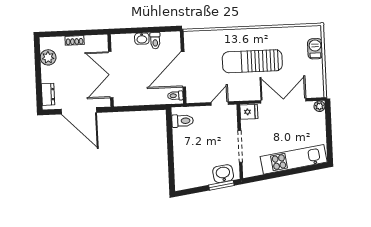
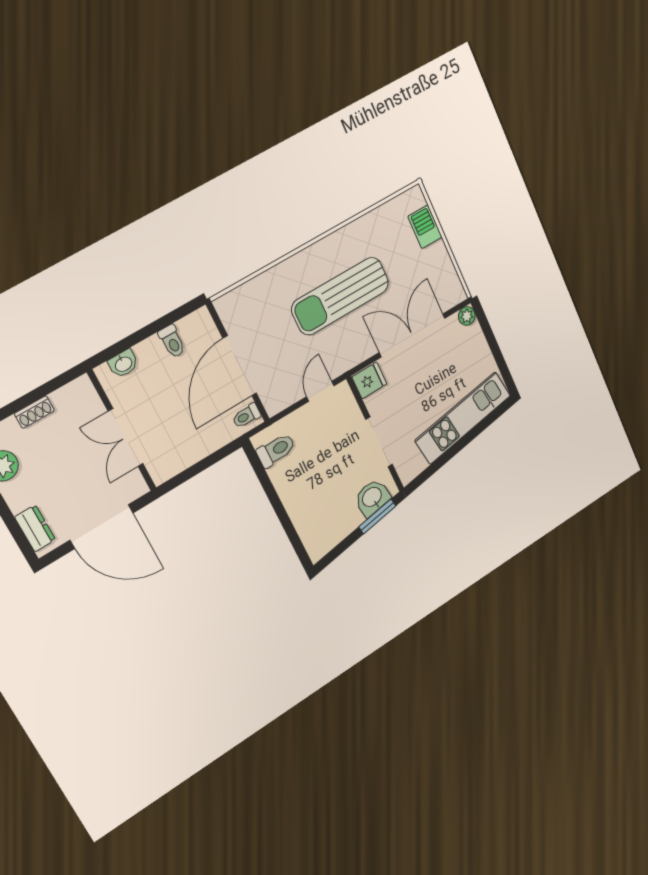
washbasin: (142, 39) -> (123, 364), moved
double door: (111, 75) -> (126, 438), width x0.73

